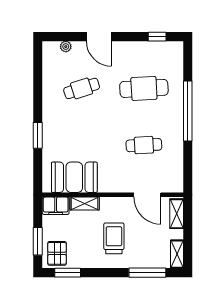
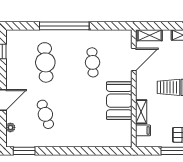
window: (38, 135) -> (24, 151), moved
booth: (74, 177) -> (119, 101), moved
filing cabinet: (56, 206) -> (143, 130), width x0.50

